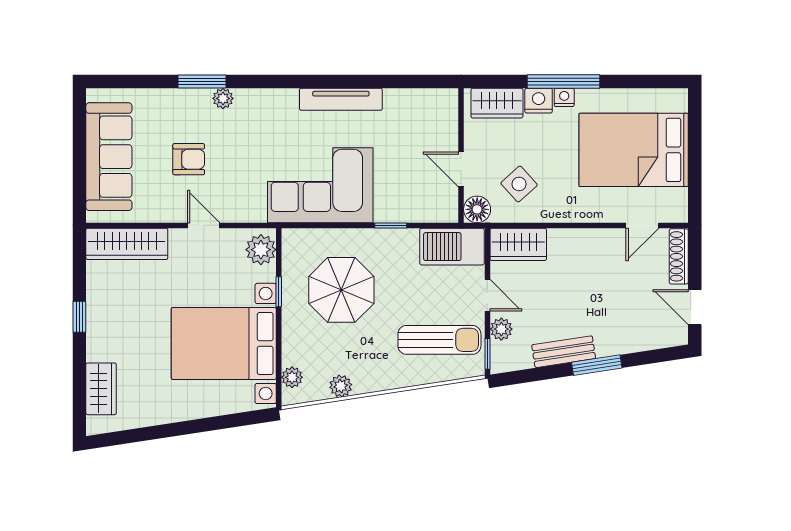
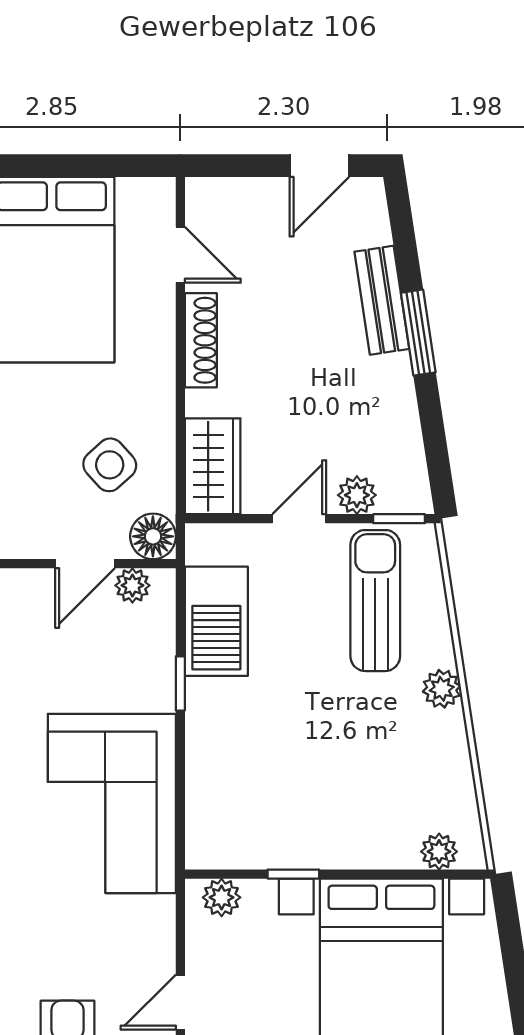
plant: (448, 197) -> (132, 585), added
barbecue: (452, 247) -> (216, 621), moved
plant: (261, 250) -> (222, 897), width x0.73, depth x0.73
shoe rack: (679, 256) -> (201, 340), moved, turned -90
parasol: (341, 290) -> (290, 768), removed
bench: (564, 352) -> (382, 300), moved
plant: (341, 386) -> (442, 689), moved

